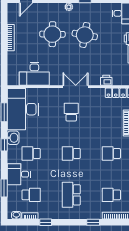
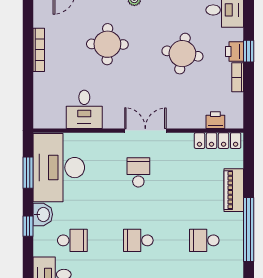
round table: (85, 35) -> (182, 54), moved
desk: (34, 74) -> (84, 109), width x0.73
printer: (106, 80) -> (215, 120), moved
school desk: (31, 153) -> (72, 240), turned 180

